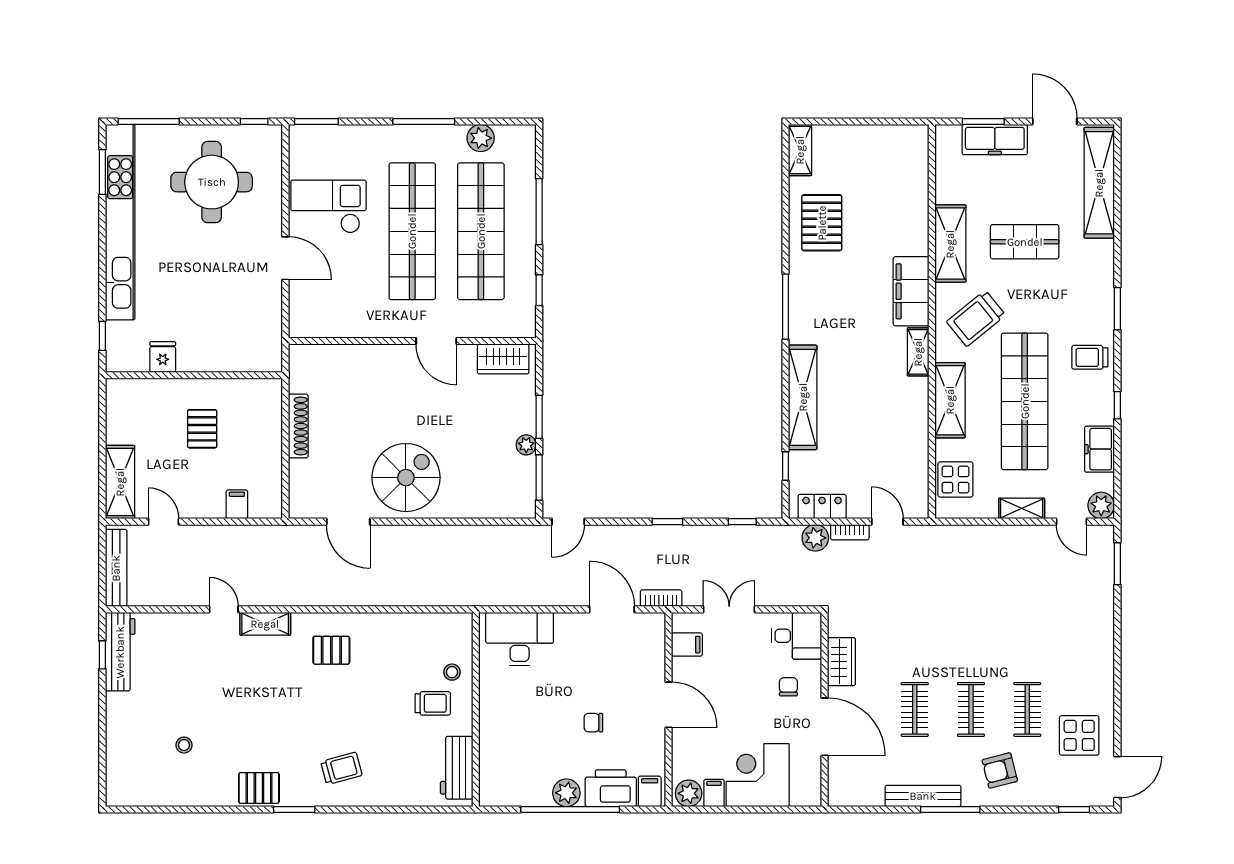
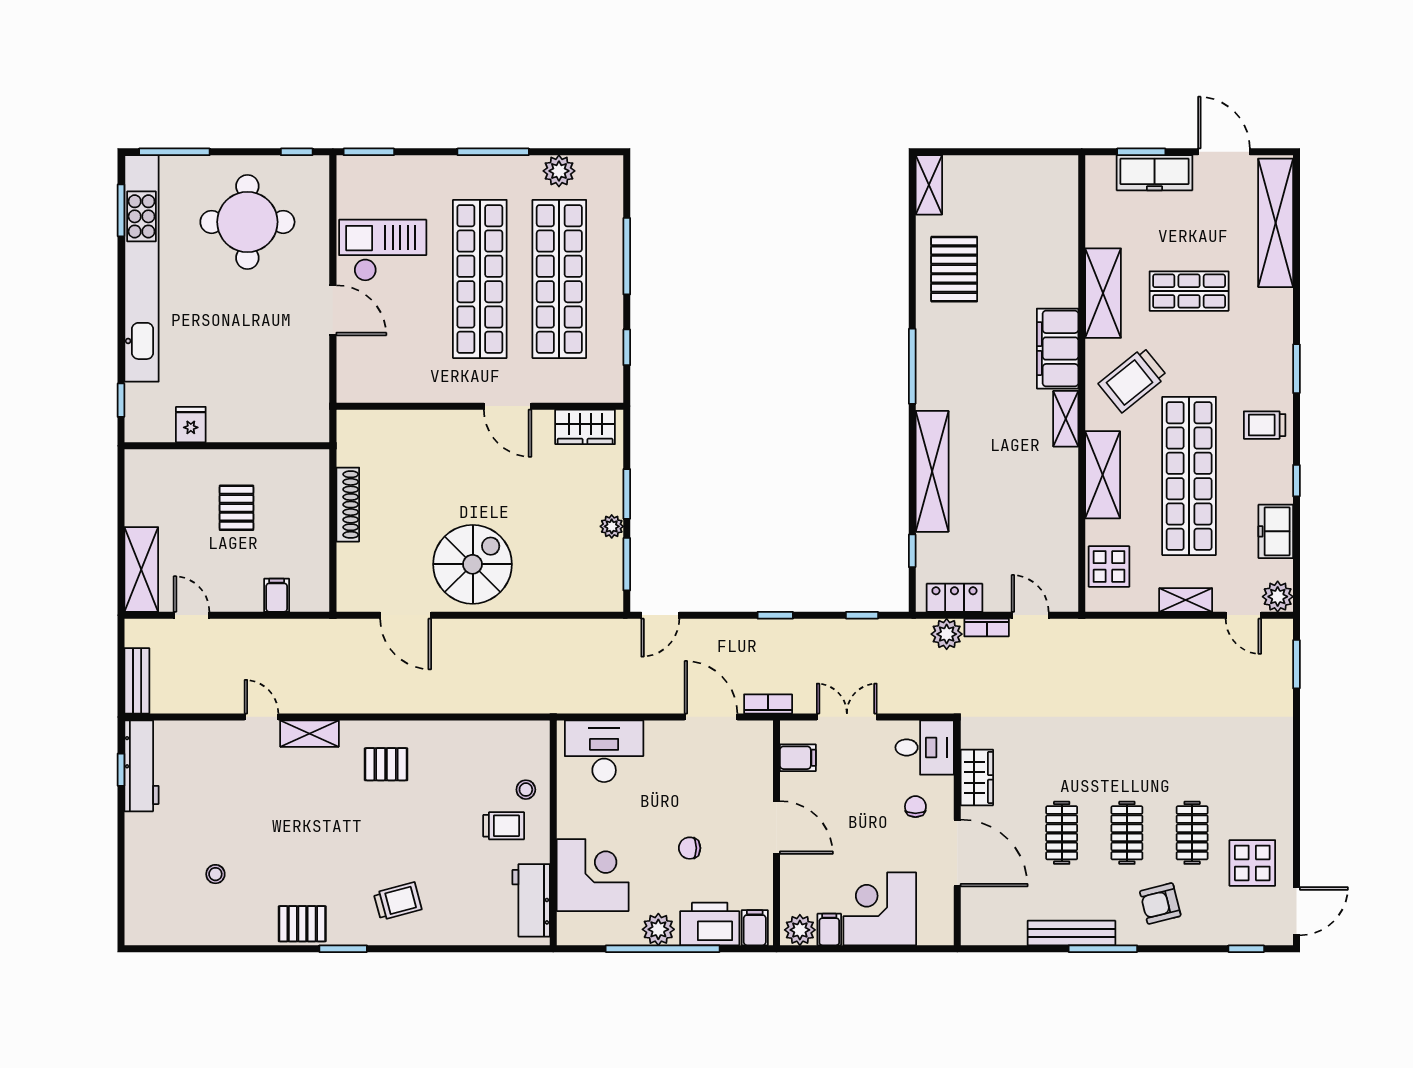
bench: (116, 568) -> (137, 681), width x0.73
corner desk: (510, 746) -> (593, 875), added

